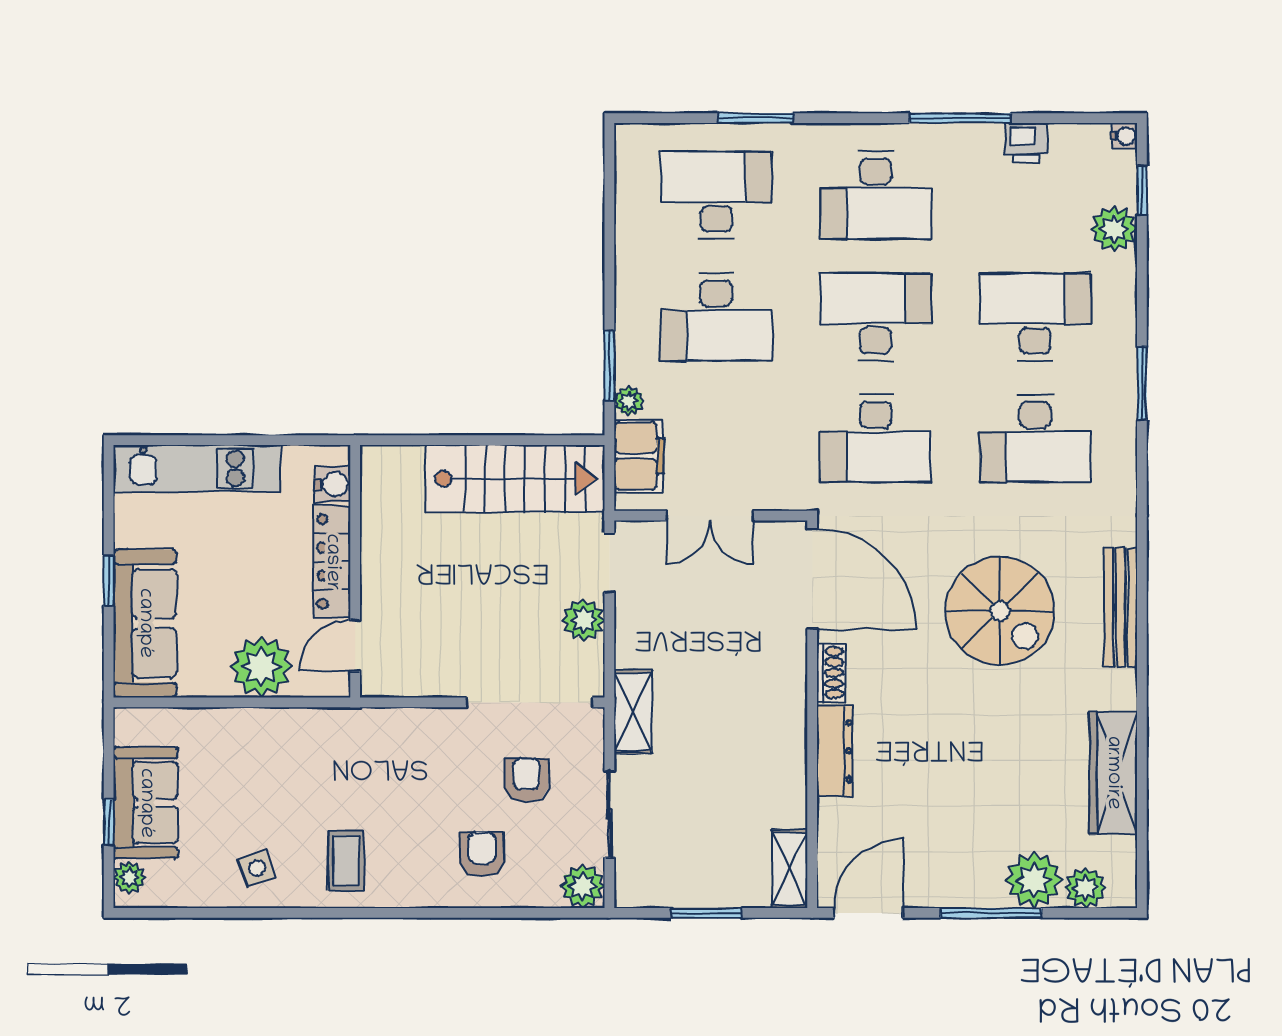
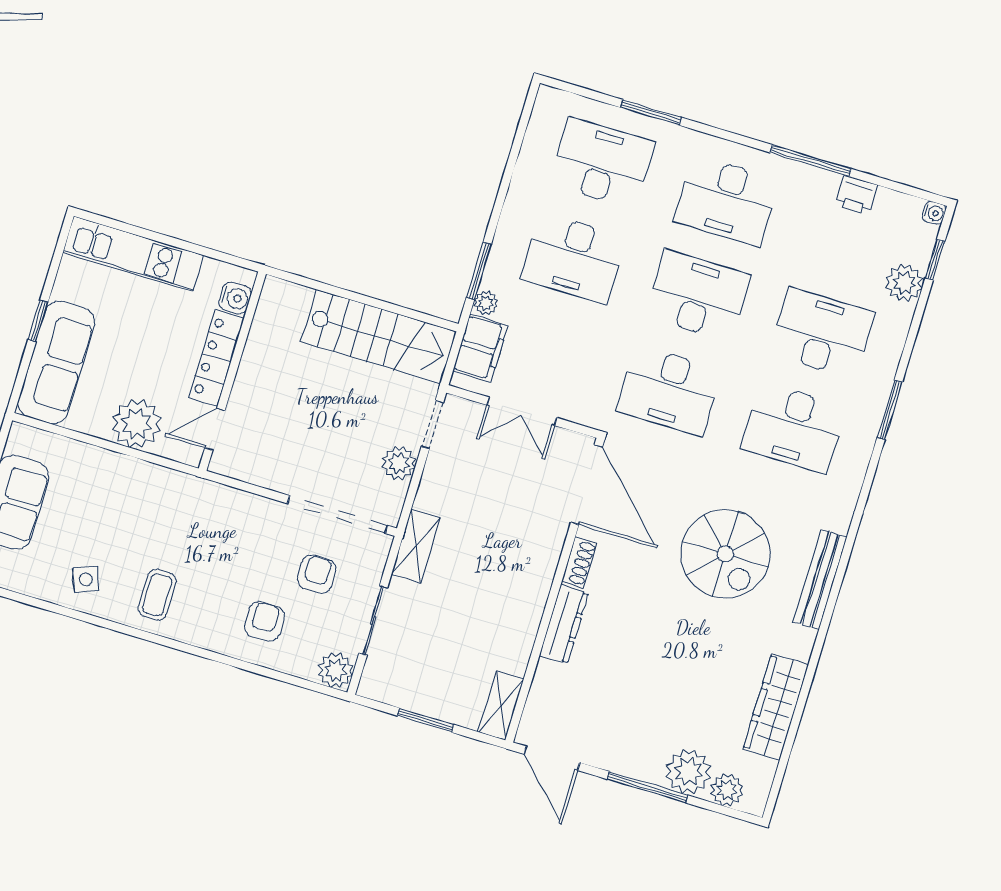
door: (868, 913) -> (552, 758), swing flipped

